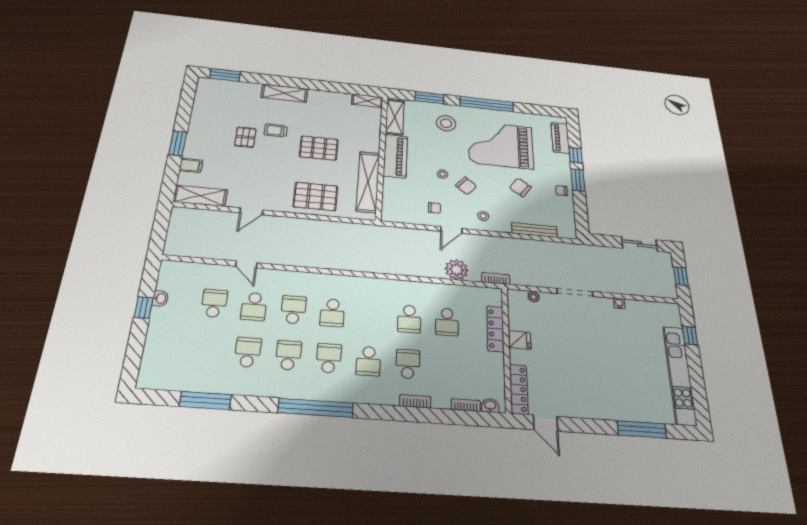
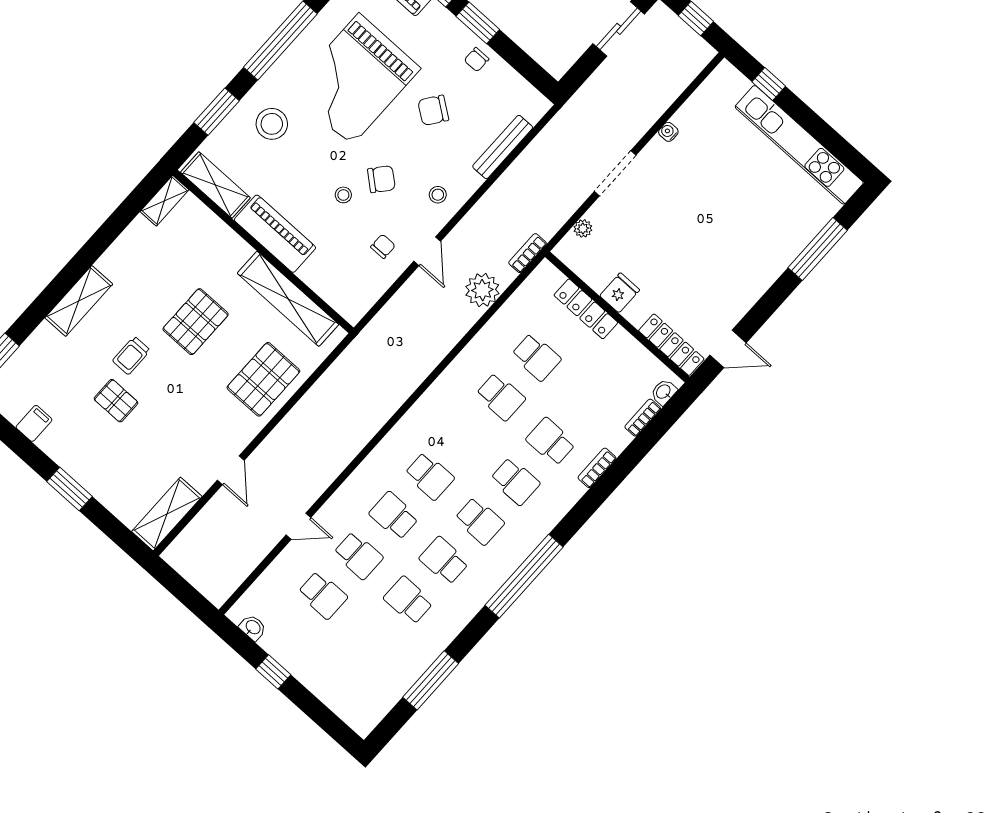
filing cabinet: (191, 165) -> (34, 423), moved
washbasin: (160, 299) -> (253, 628), moved
school desk: (214, 303) -> (323, 595), turned 180
school desk: (329, 358) -> (480, 521), turned 180

